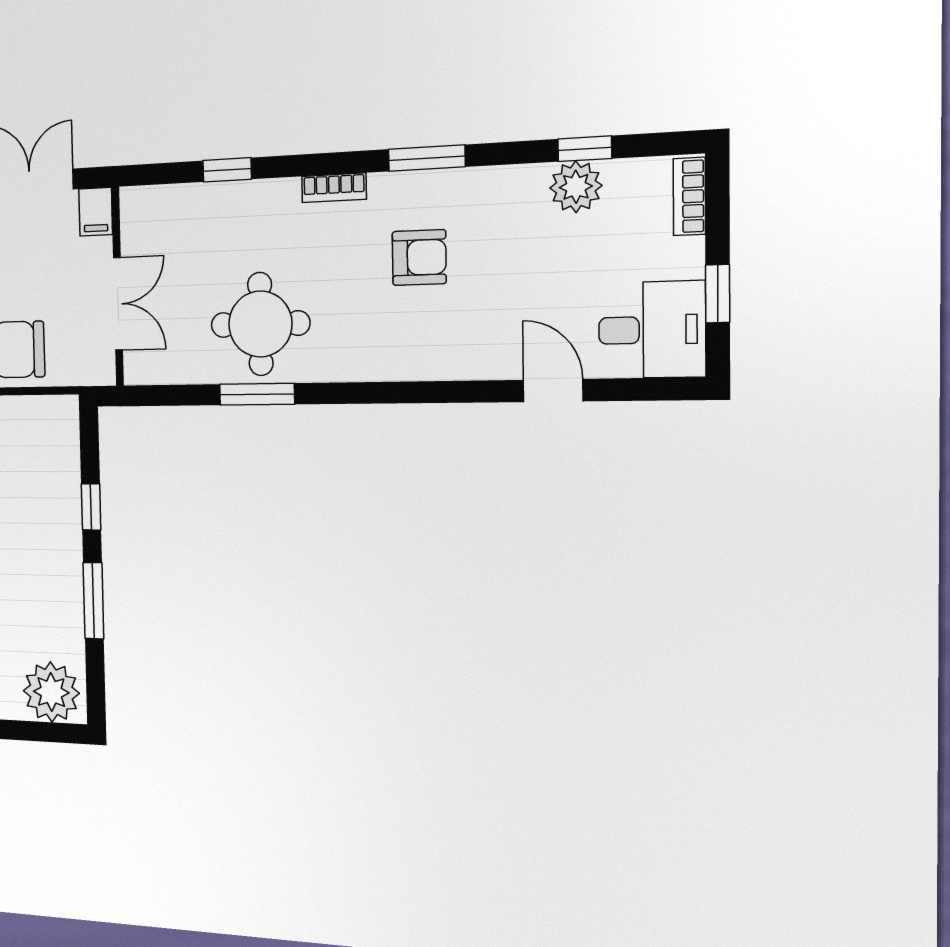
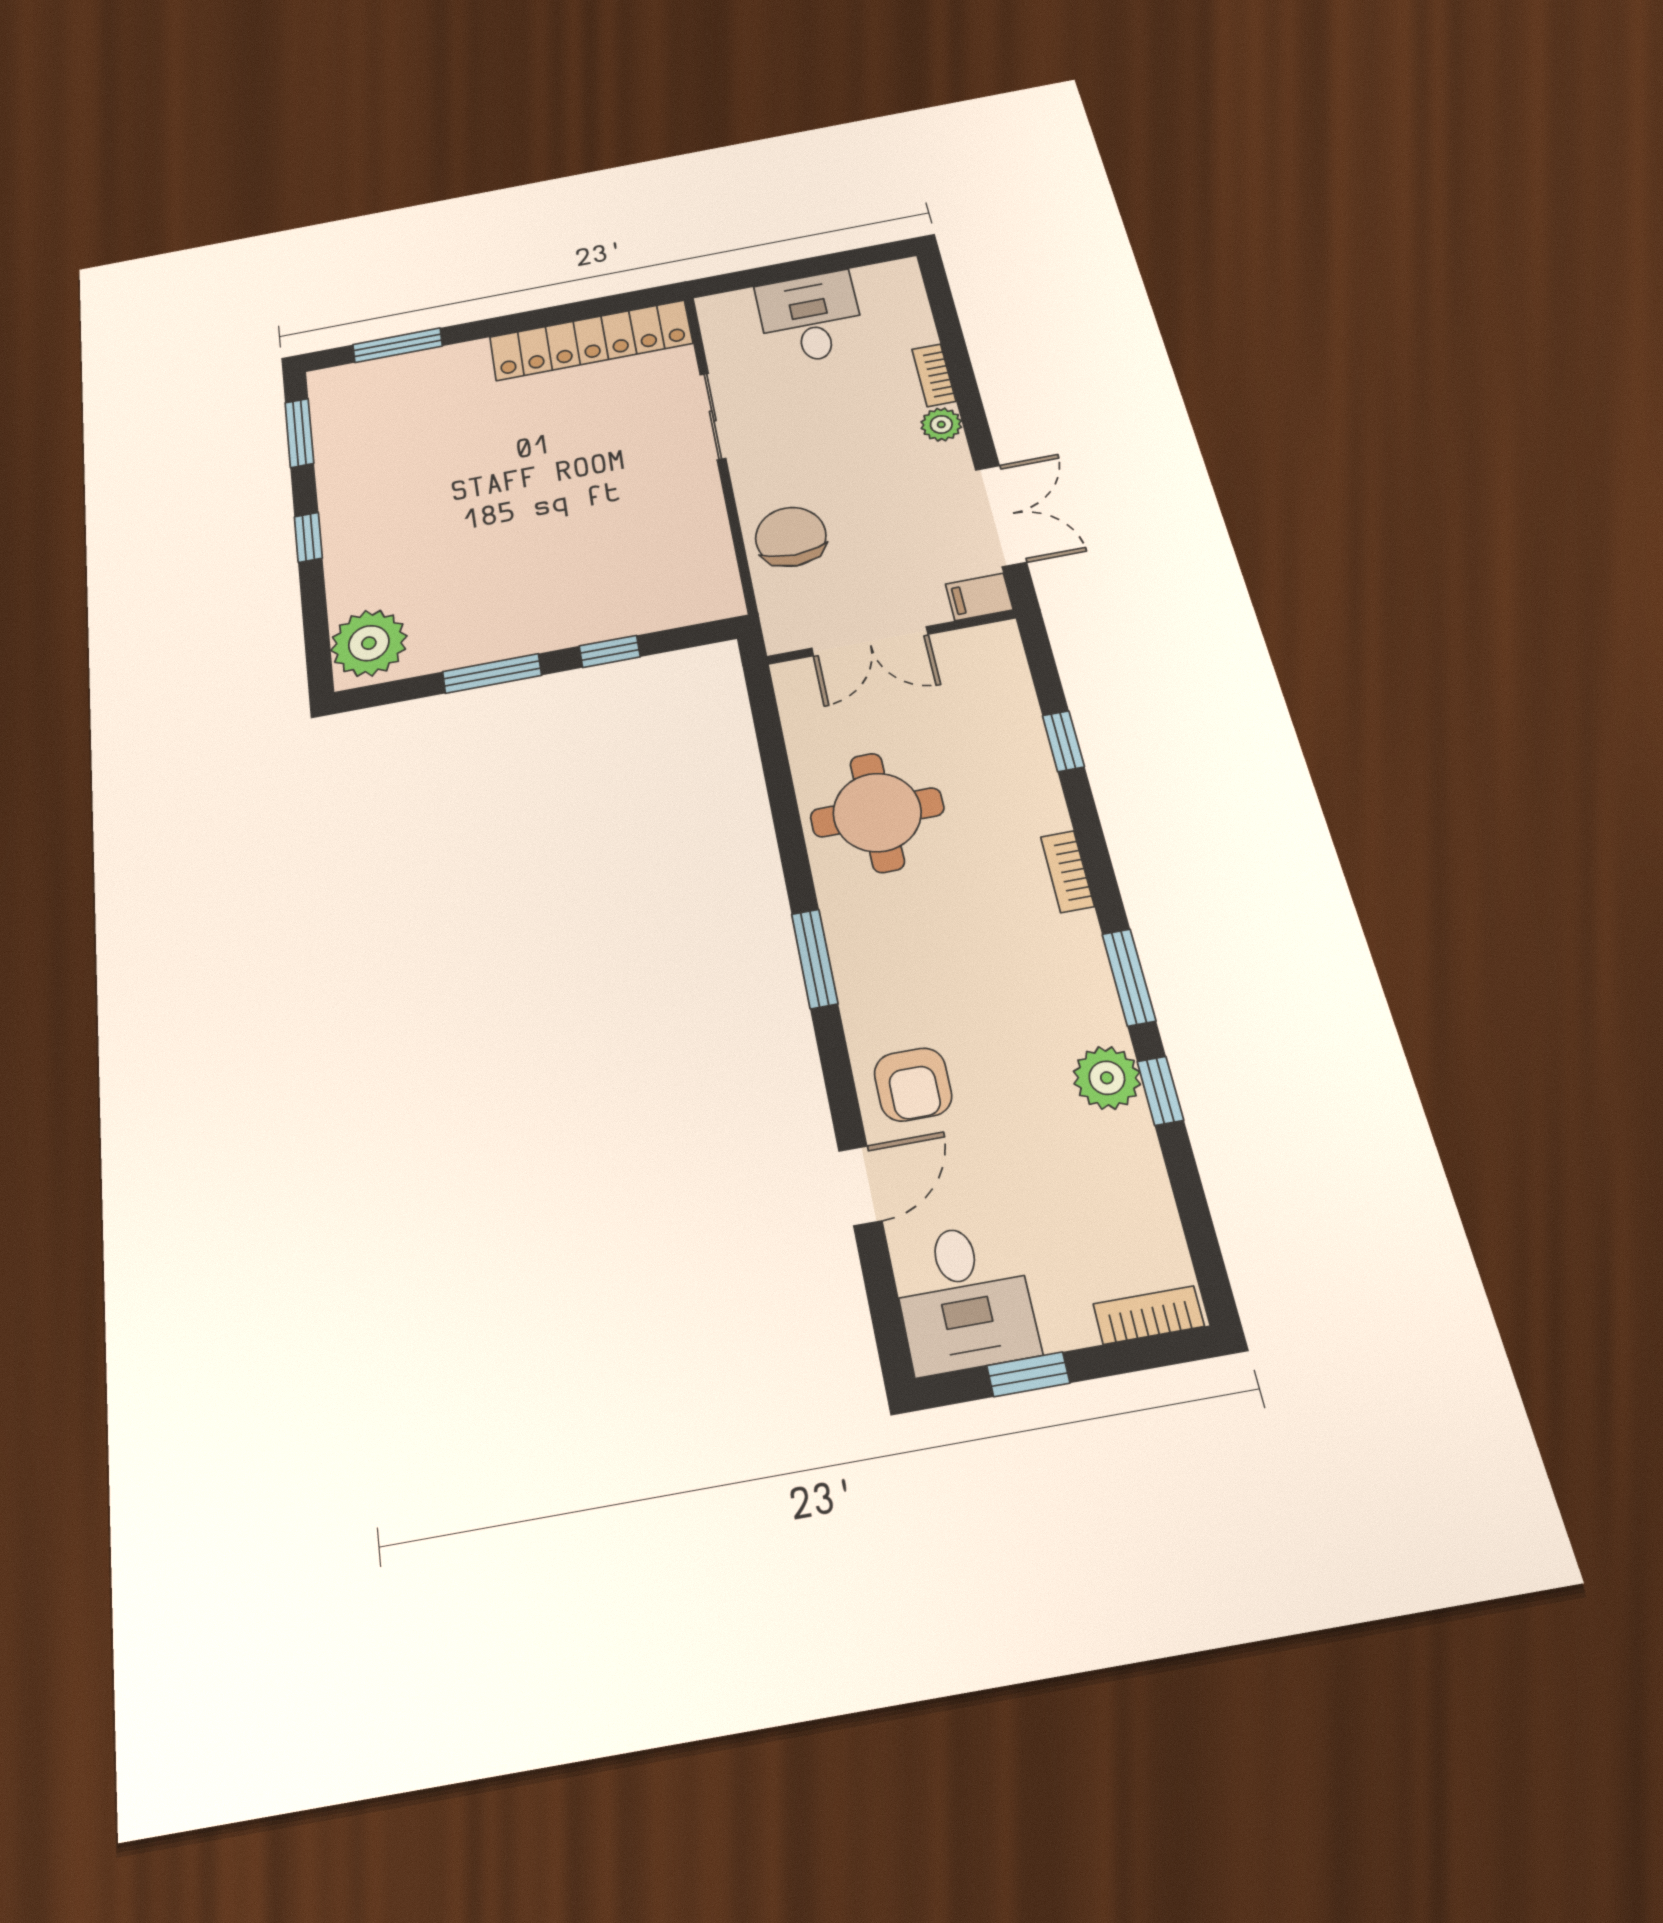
window: (585, 149) -> (1160, 1091), moved
plant: (576, 187) -> (1107, 1078), moved
armchair: (419, 258) -> (913, 1084), moved
window: (257, 394) -> (815, 959), moved

